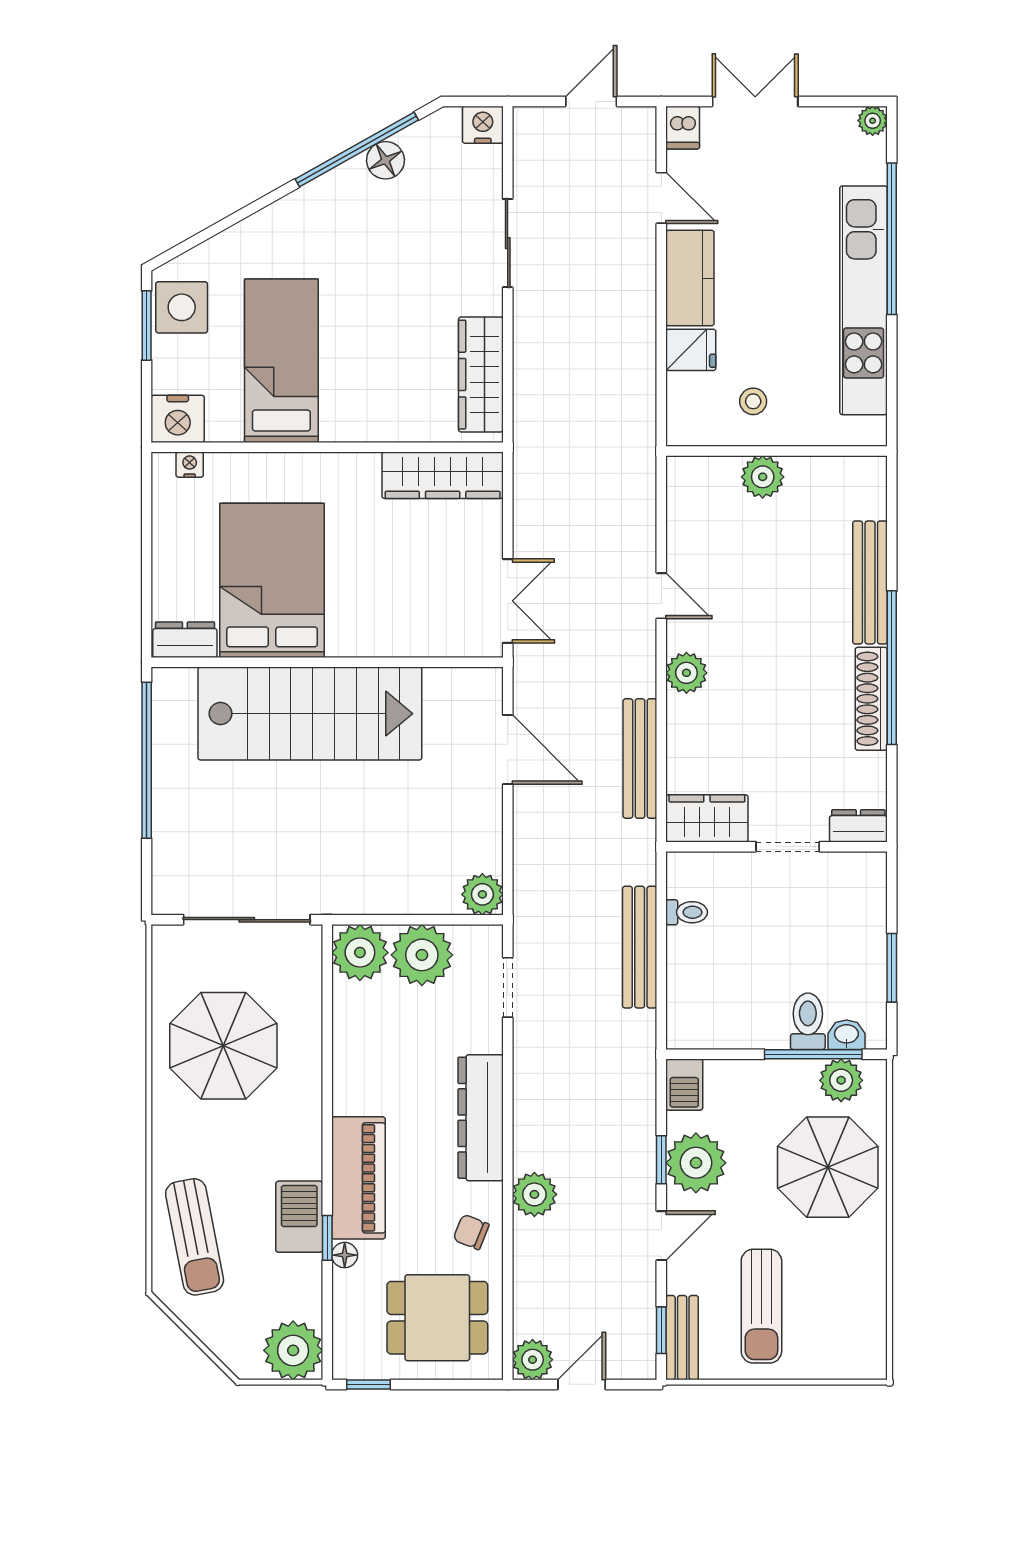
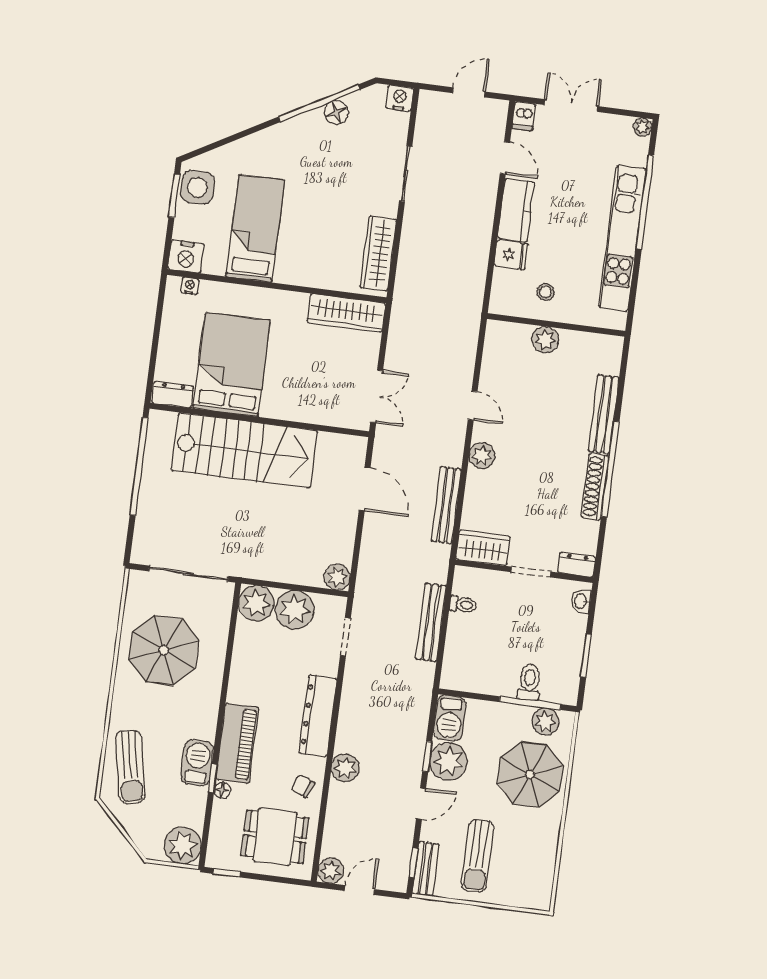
washbasin: (846, 1035) -> (581, 601), moved, turned -90
barbecue: (684, 1085) -> (450, 718), width x1.38, depth x1.27

